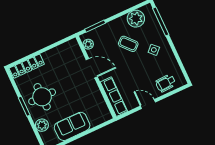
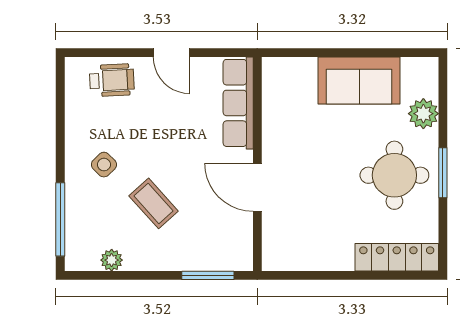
plant: (136, 19) -> (112, 260), width x0.53, depth x0.53
plant: (88, 44) -> (241, 243), removed

